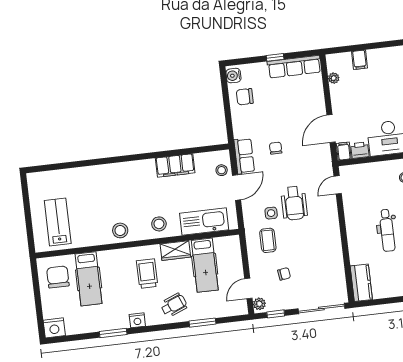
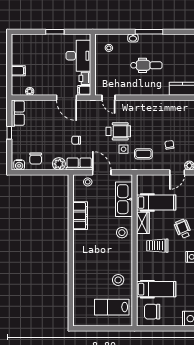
row of seats: (294, 67) -> (18, 113), width x0.68
plant: (241, 129) -> (59, 164), added
stool: (120, 230) -> (118, 280), moved
door: (248, 288) -> (177, 172), hinge flipped

